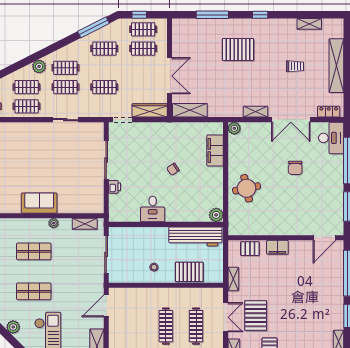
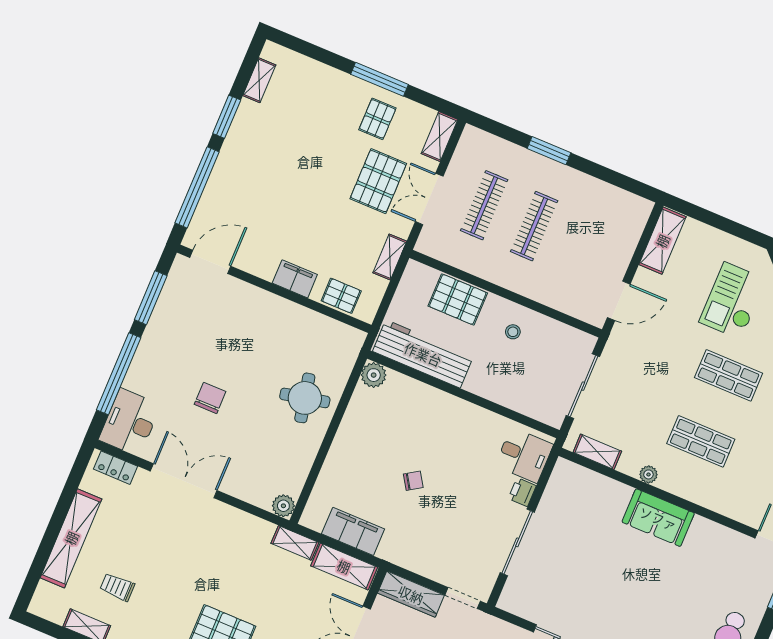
trolley: (295, 66) -> (117, 587), moved
shelving: (255, 112) -> (295, 543), moved
filing cabinet: (215, 150) -> (353, 531), moved, turned -90
desk: (153, 209) -> (524, 455), moved, turned 90

